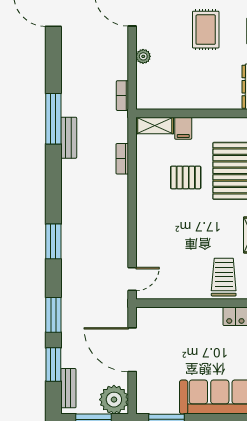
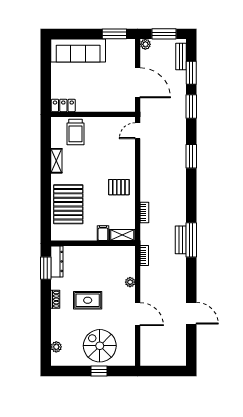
rug: (206, 30) -> (88, 300), turned 90
bench: (69, 138) -> (181, 240), moved
pallet: (186, 177) -> (119, 187), moved
plant: (114, 400) -> (145, 44), width x0.53, depth x0.53

